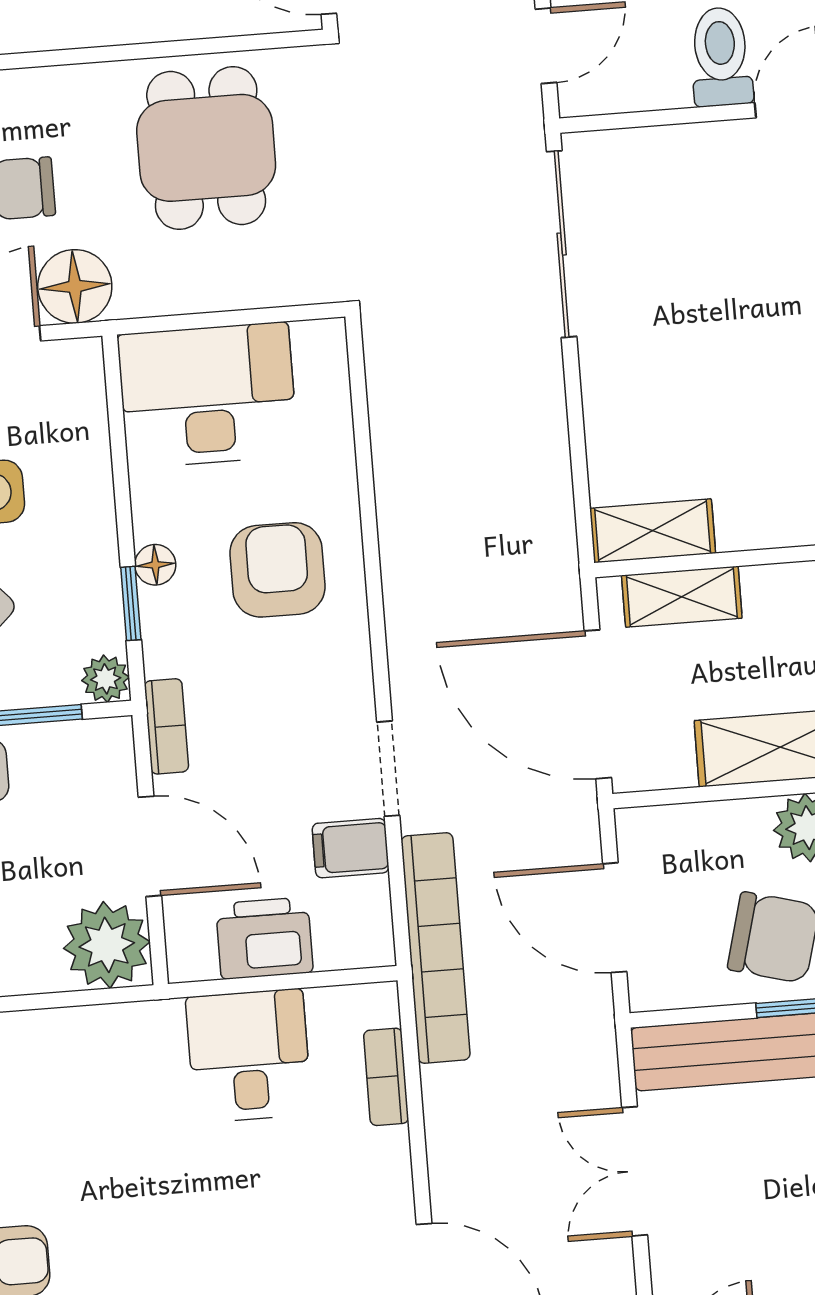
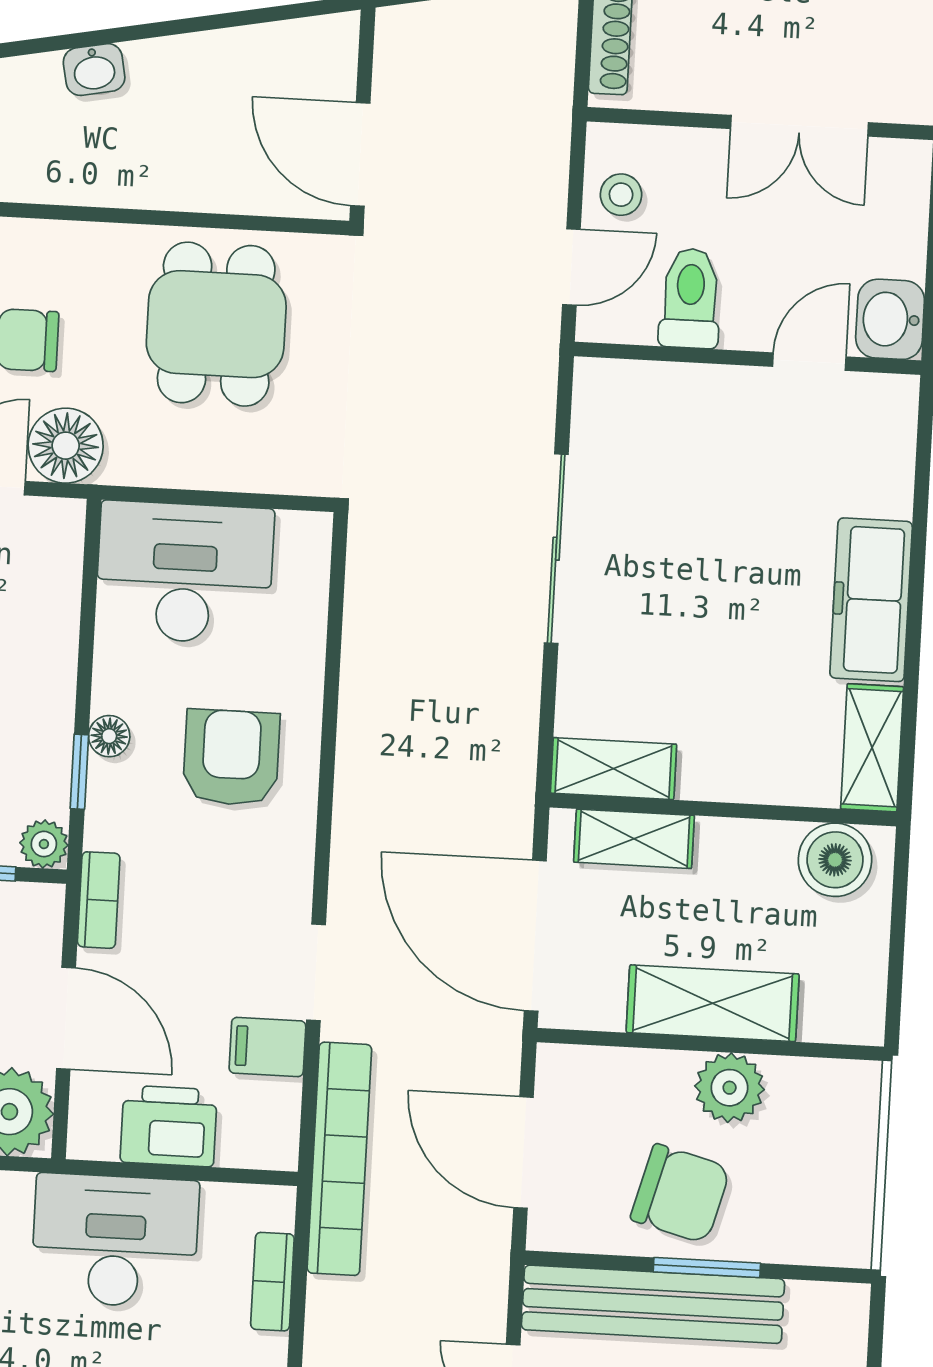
toilet: (721, 57) -> (690, 298), moved
sliding door: (562, 244) -> (556, 549), moved
desk: (249, 1056) -> (115, 1241), width x1.37

